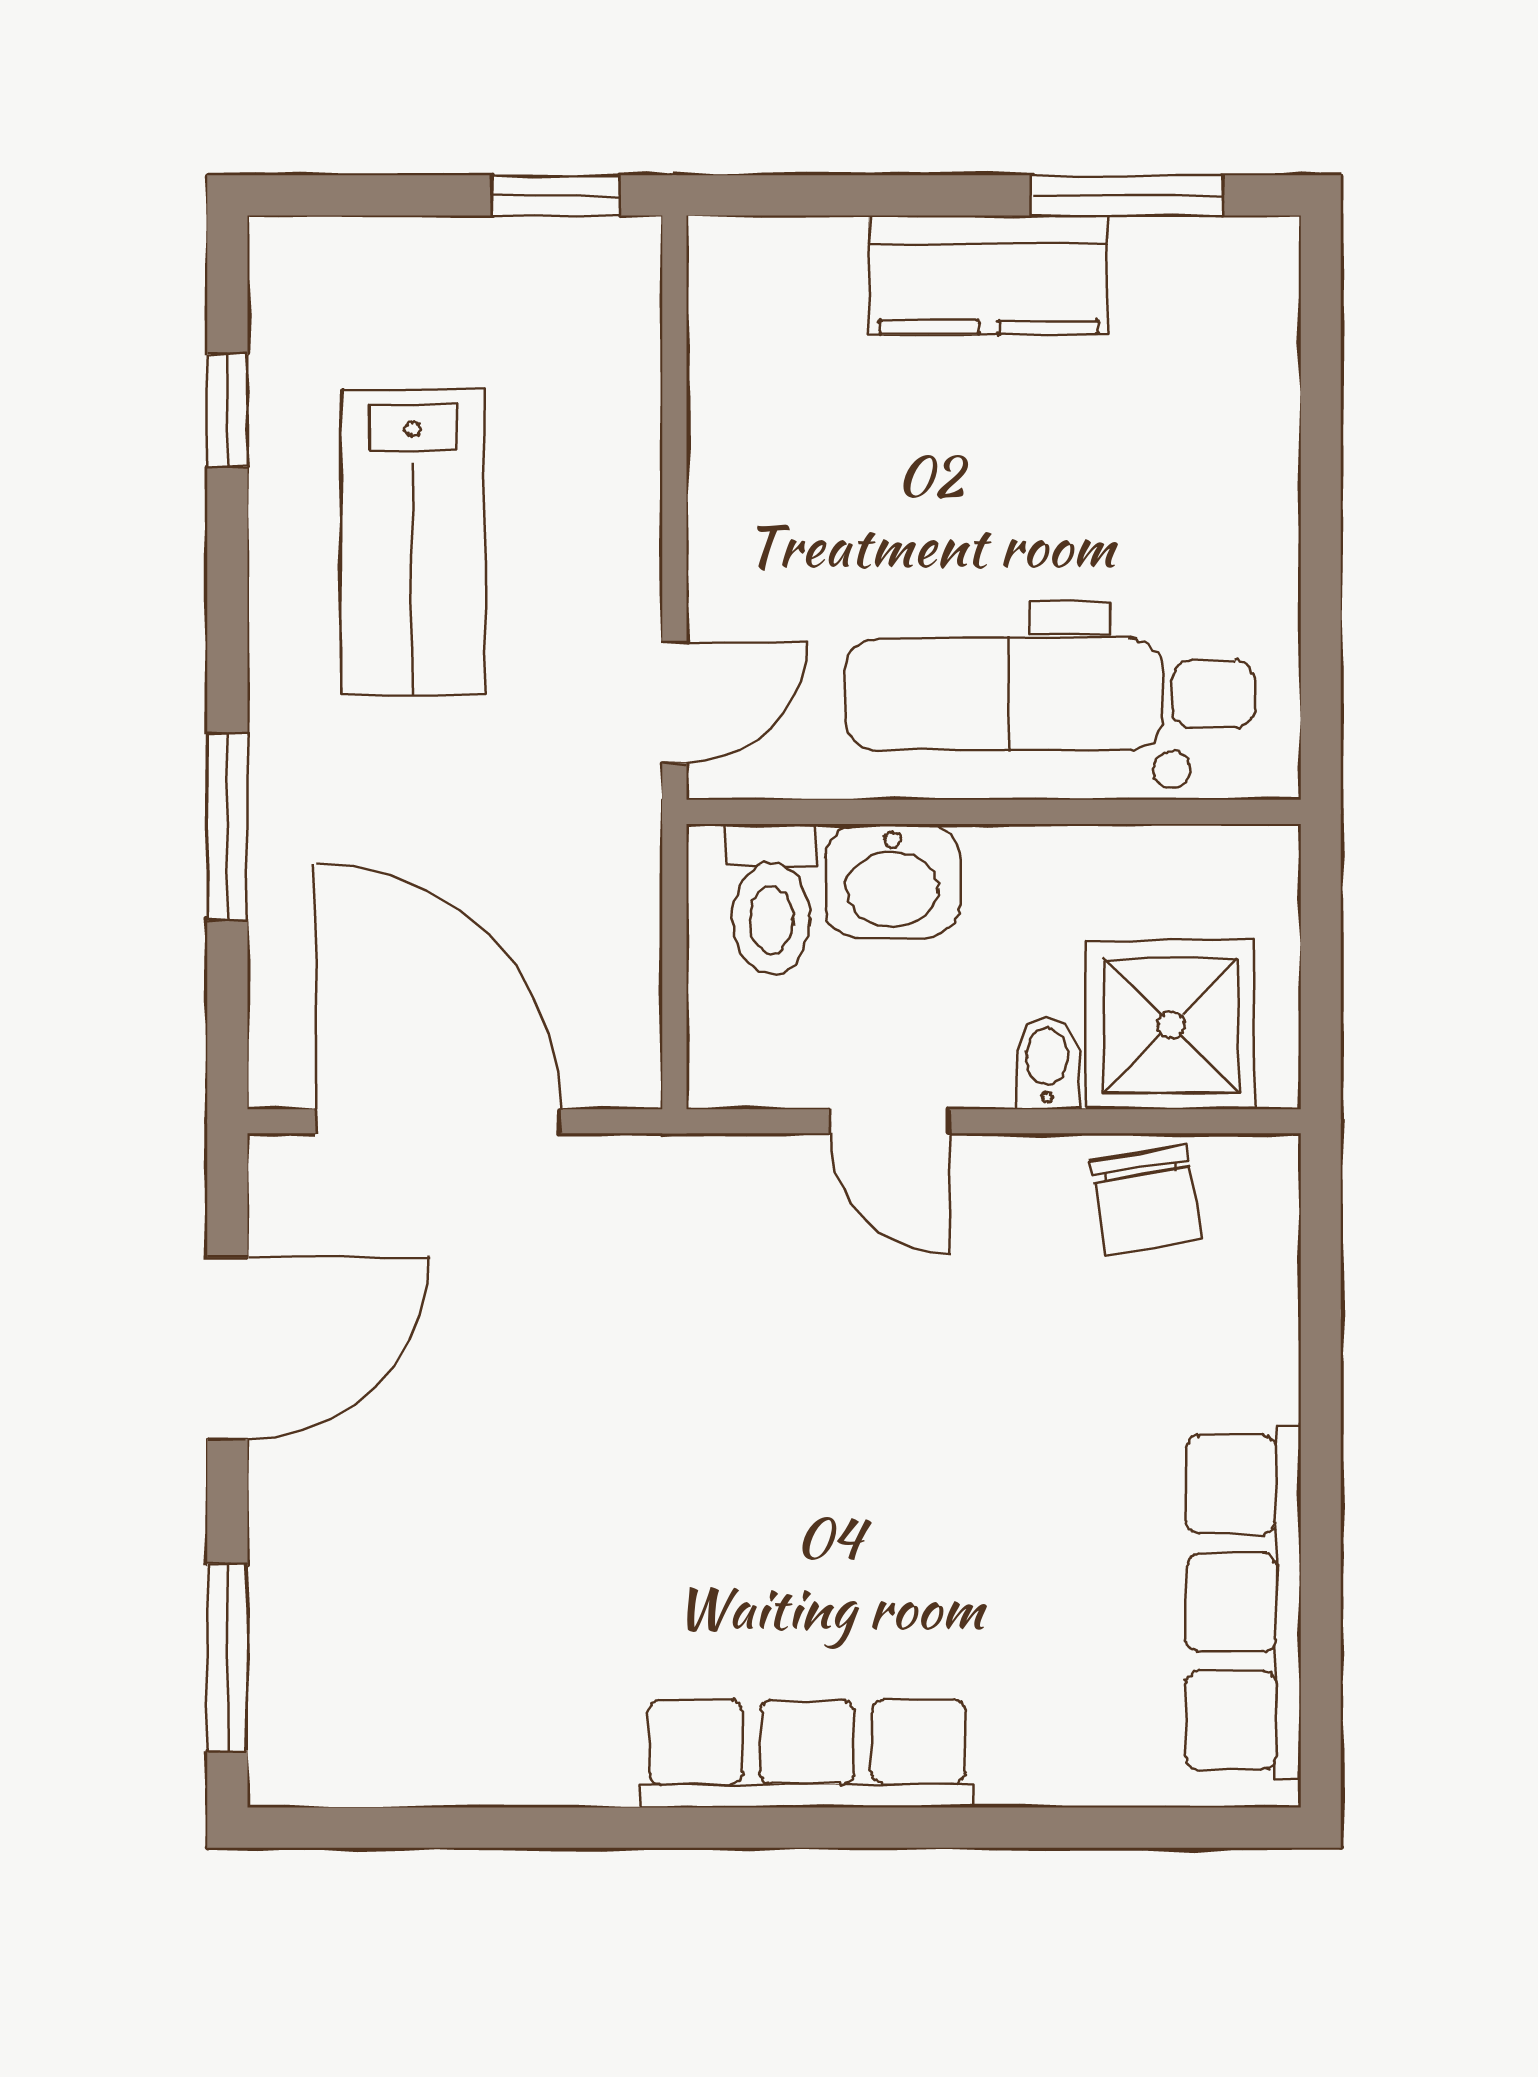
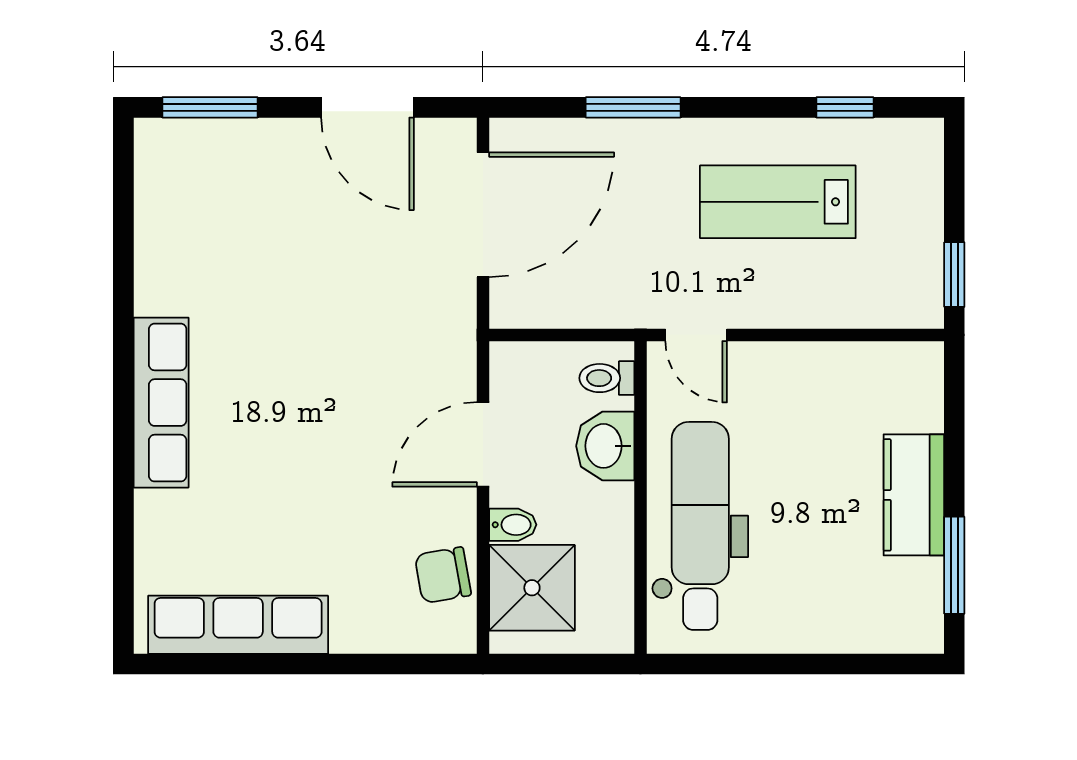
toilet: (771, 899) -> (607, 378), width x0.73, depth x0.72
door: (889, 1121) -> (483, 444), width x1.38

